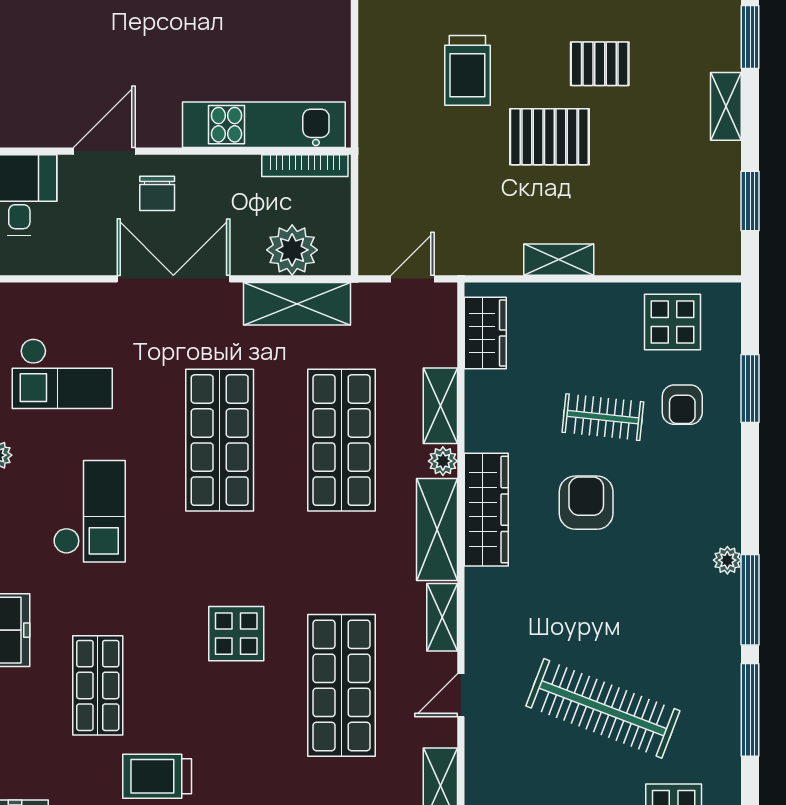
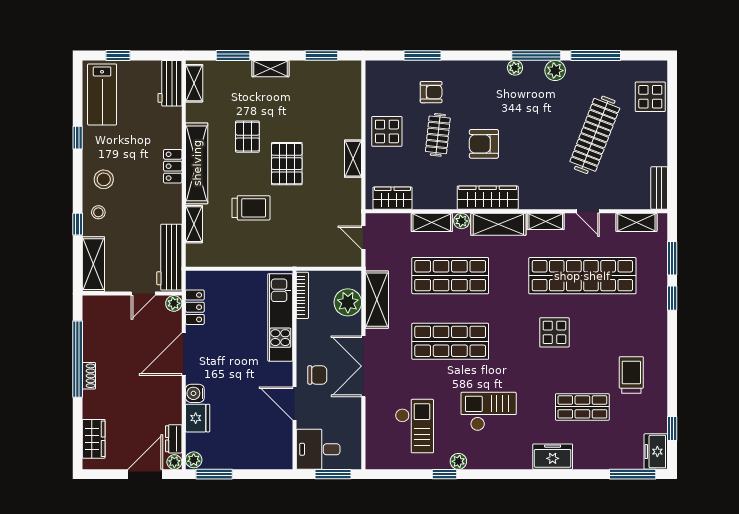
display table: (673, 322) -> (387, 131), moved
plant: (722, 635) -> (555, 71), added
shop shelf: (342, 685) -> (582, 276), width x1.40
trolley: (157, 776) -> (631, 375), turned 180

